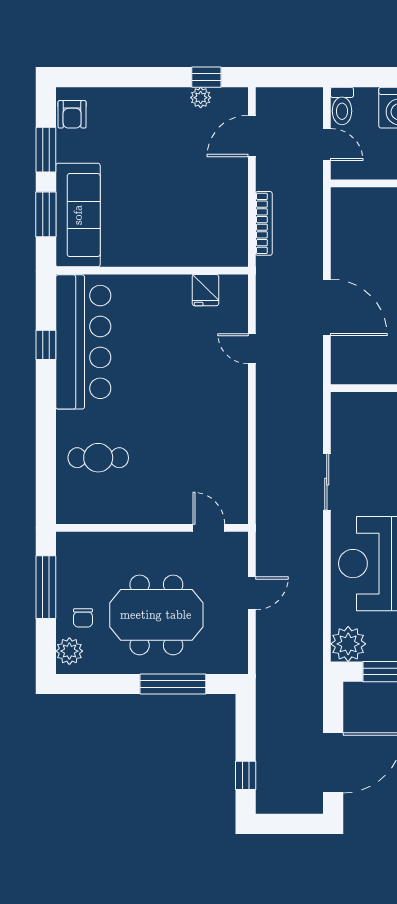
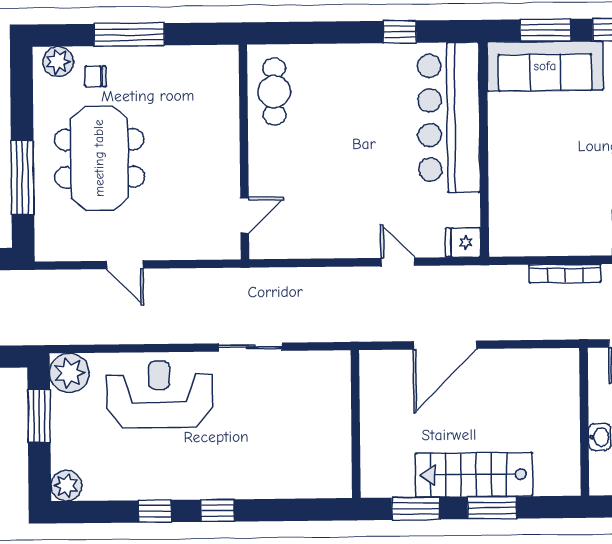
bookcase: (264, 223) -> (565, 274), moved
fridge: (205, 290) -> (463, 242), moved
bar counter: (83, 342) -> (449, 118), moved, turned 90
door: (252, 349) -> (398, 262), hinge flipped
wall: (152, 528) -> (244, 152), moved
door: (209, 528) -> (245, 215), moved

